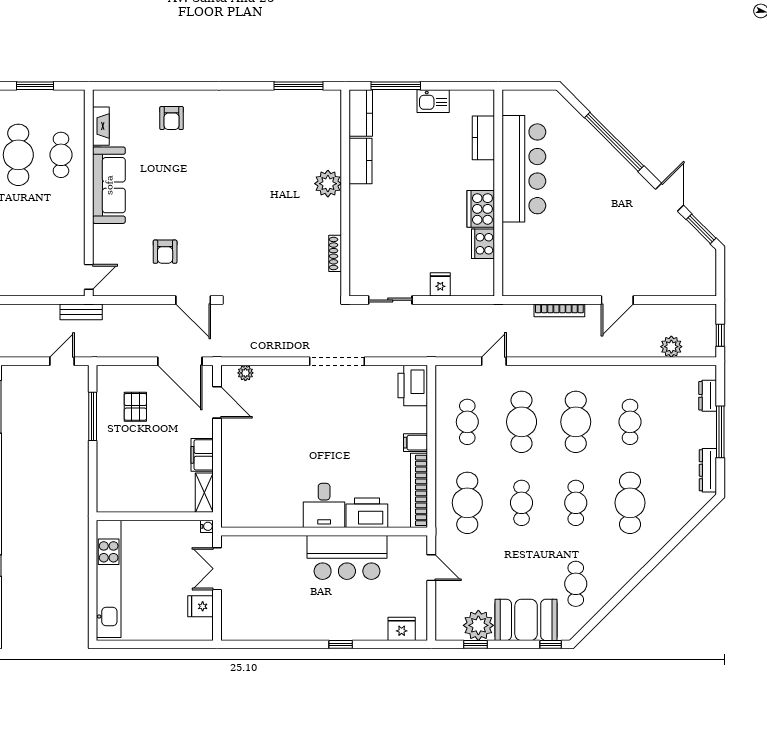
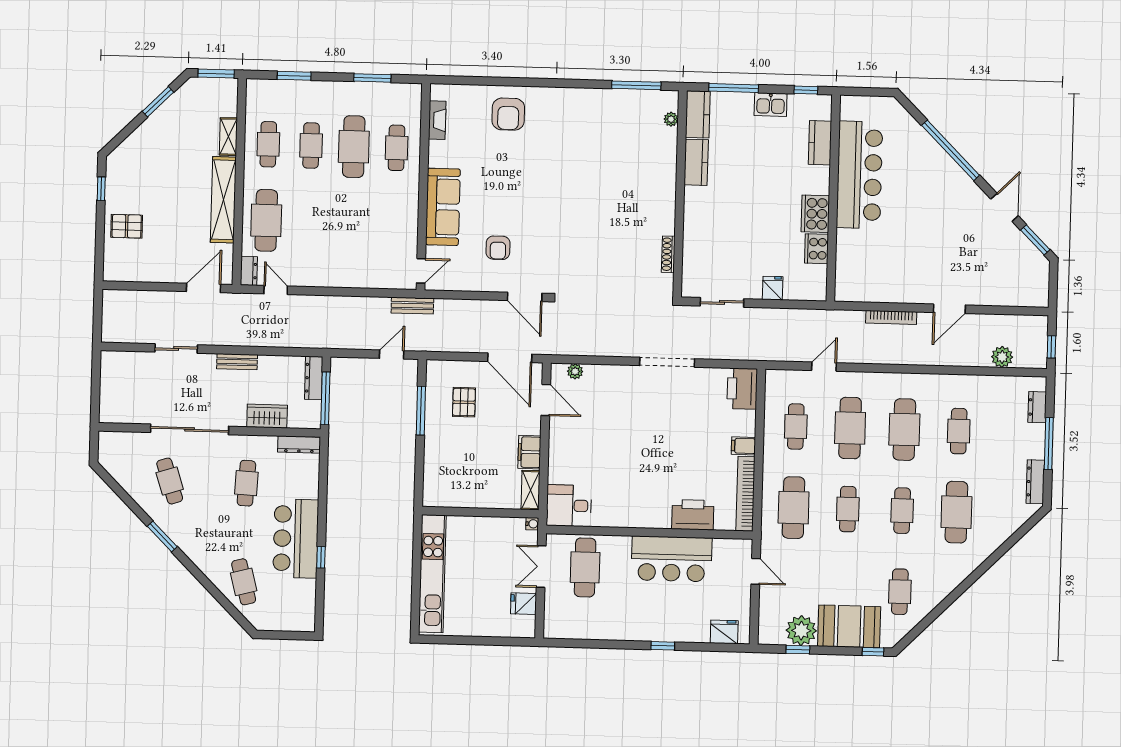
window: (468, 86) -> (806, 90), added
armchair: (172, 118) -> (508, 114), width x1.38, depth x1.38
plant: (328, 184) -> (671, 119), moved, width x0.53, depth x0.53
sofa: (109, 185) -> (443, 207), moved
desk: (324, 505) -> (569, 506), moved, turned 90
cafe table: (261, 568) -> (585, 567), added

